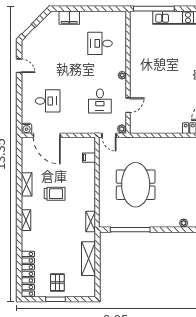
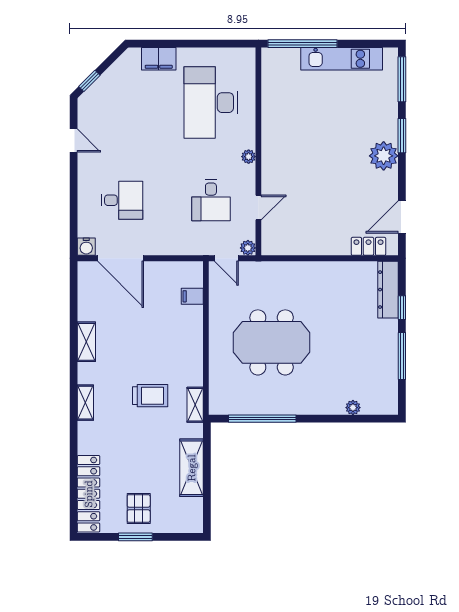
desk: (100, 43) -> (211, 103), width x1.87, depth x1.30
meeting table: (136, 185) -> (272, 342), turned 90
trolley: (55, 194) -> (150, 396), moved

